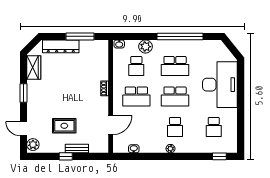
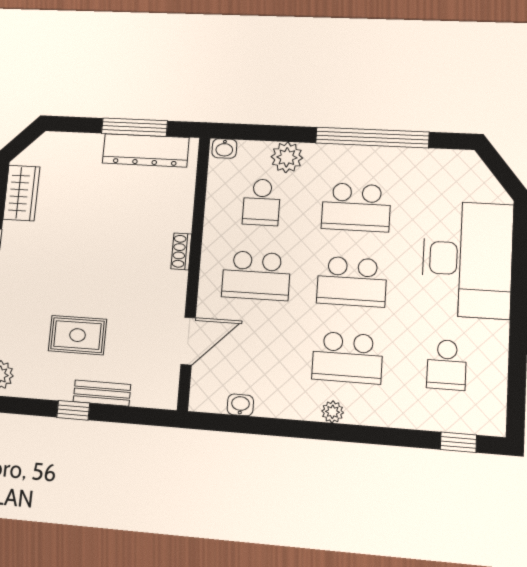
dresser: (61, 46) -> (146, 150), moved
school desk: (175, 127) -> (347, 358), width x1.85

